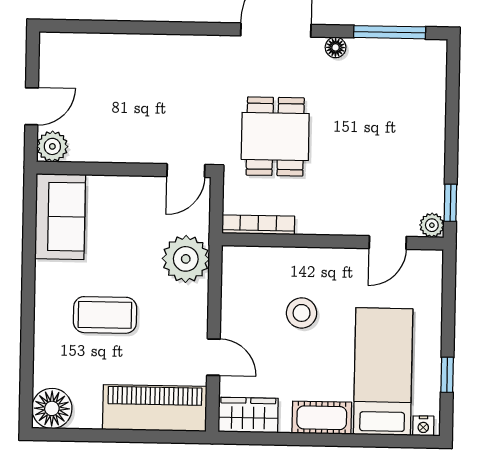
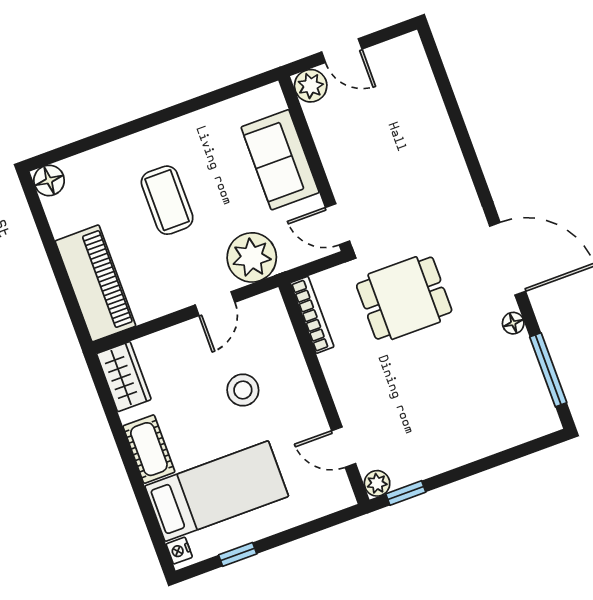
sofa: (60, 217) -> (280, 160), moved, turned 90
door: (213, 357) -> (215, 304), moved
floor lamp: (52, 408) -> (49, 180), width x0.73, depth x0.73

